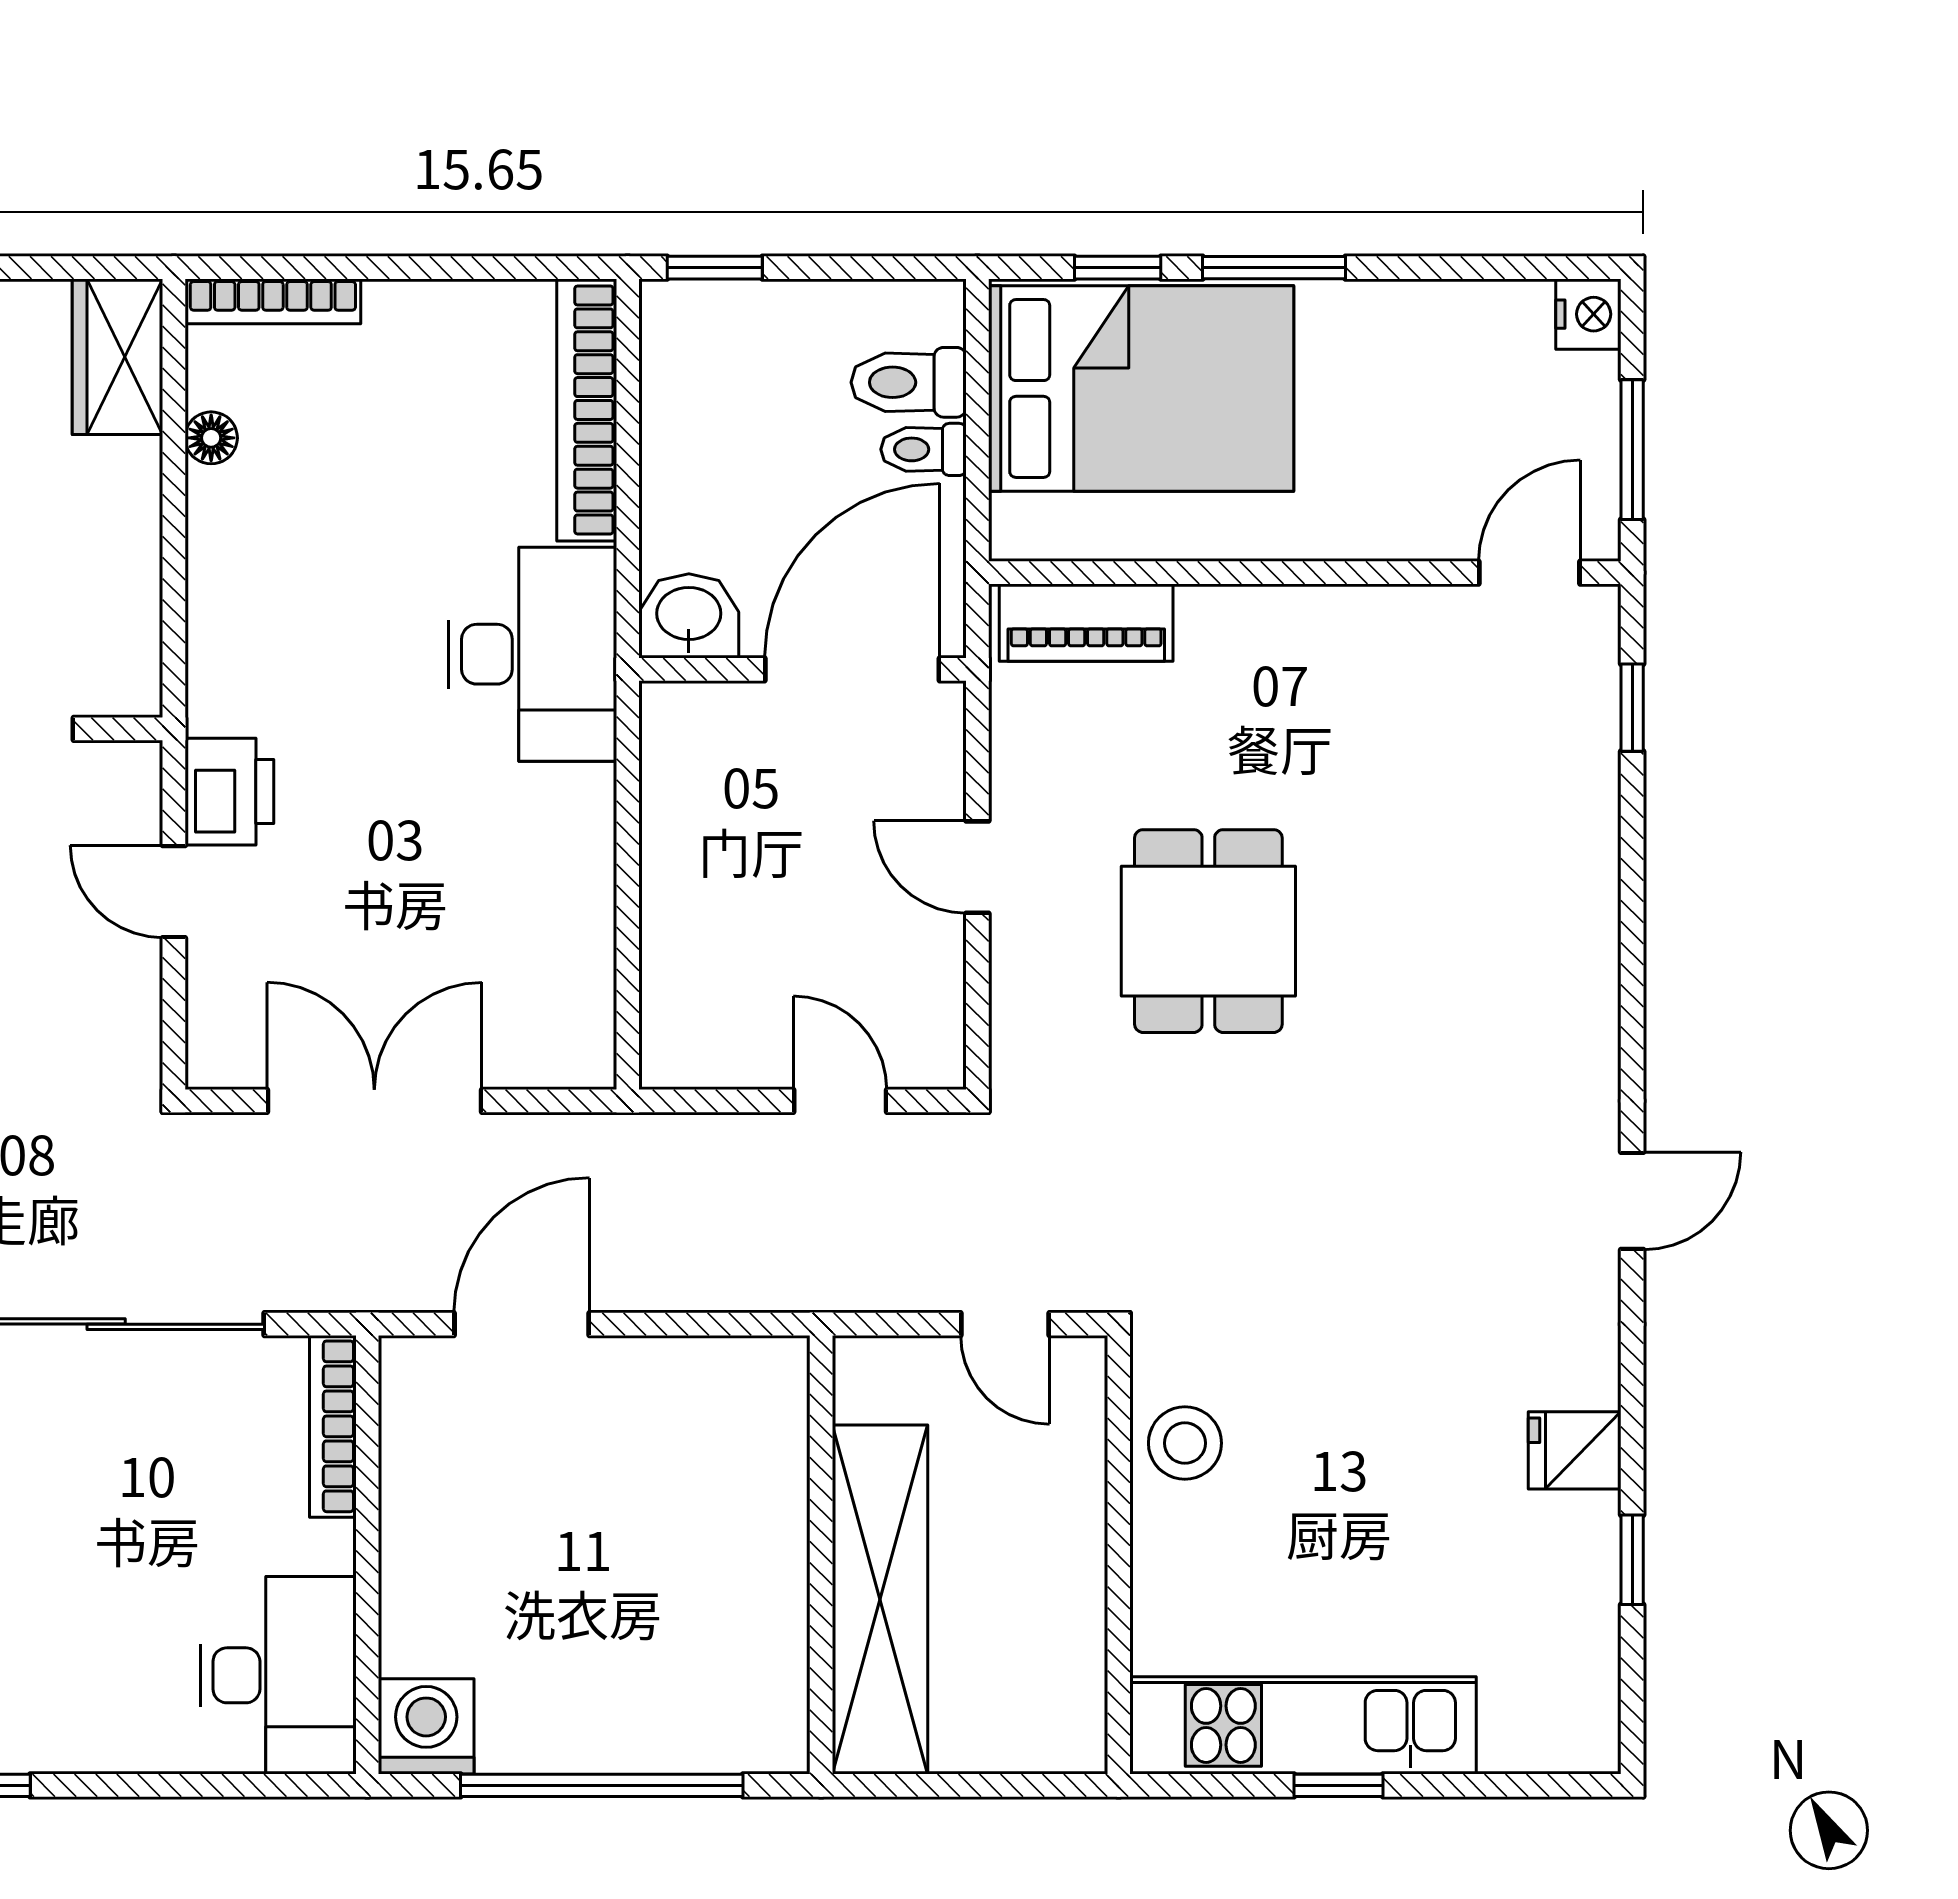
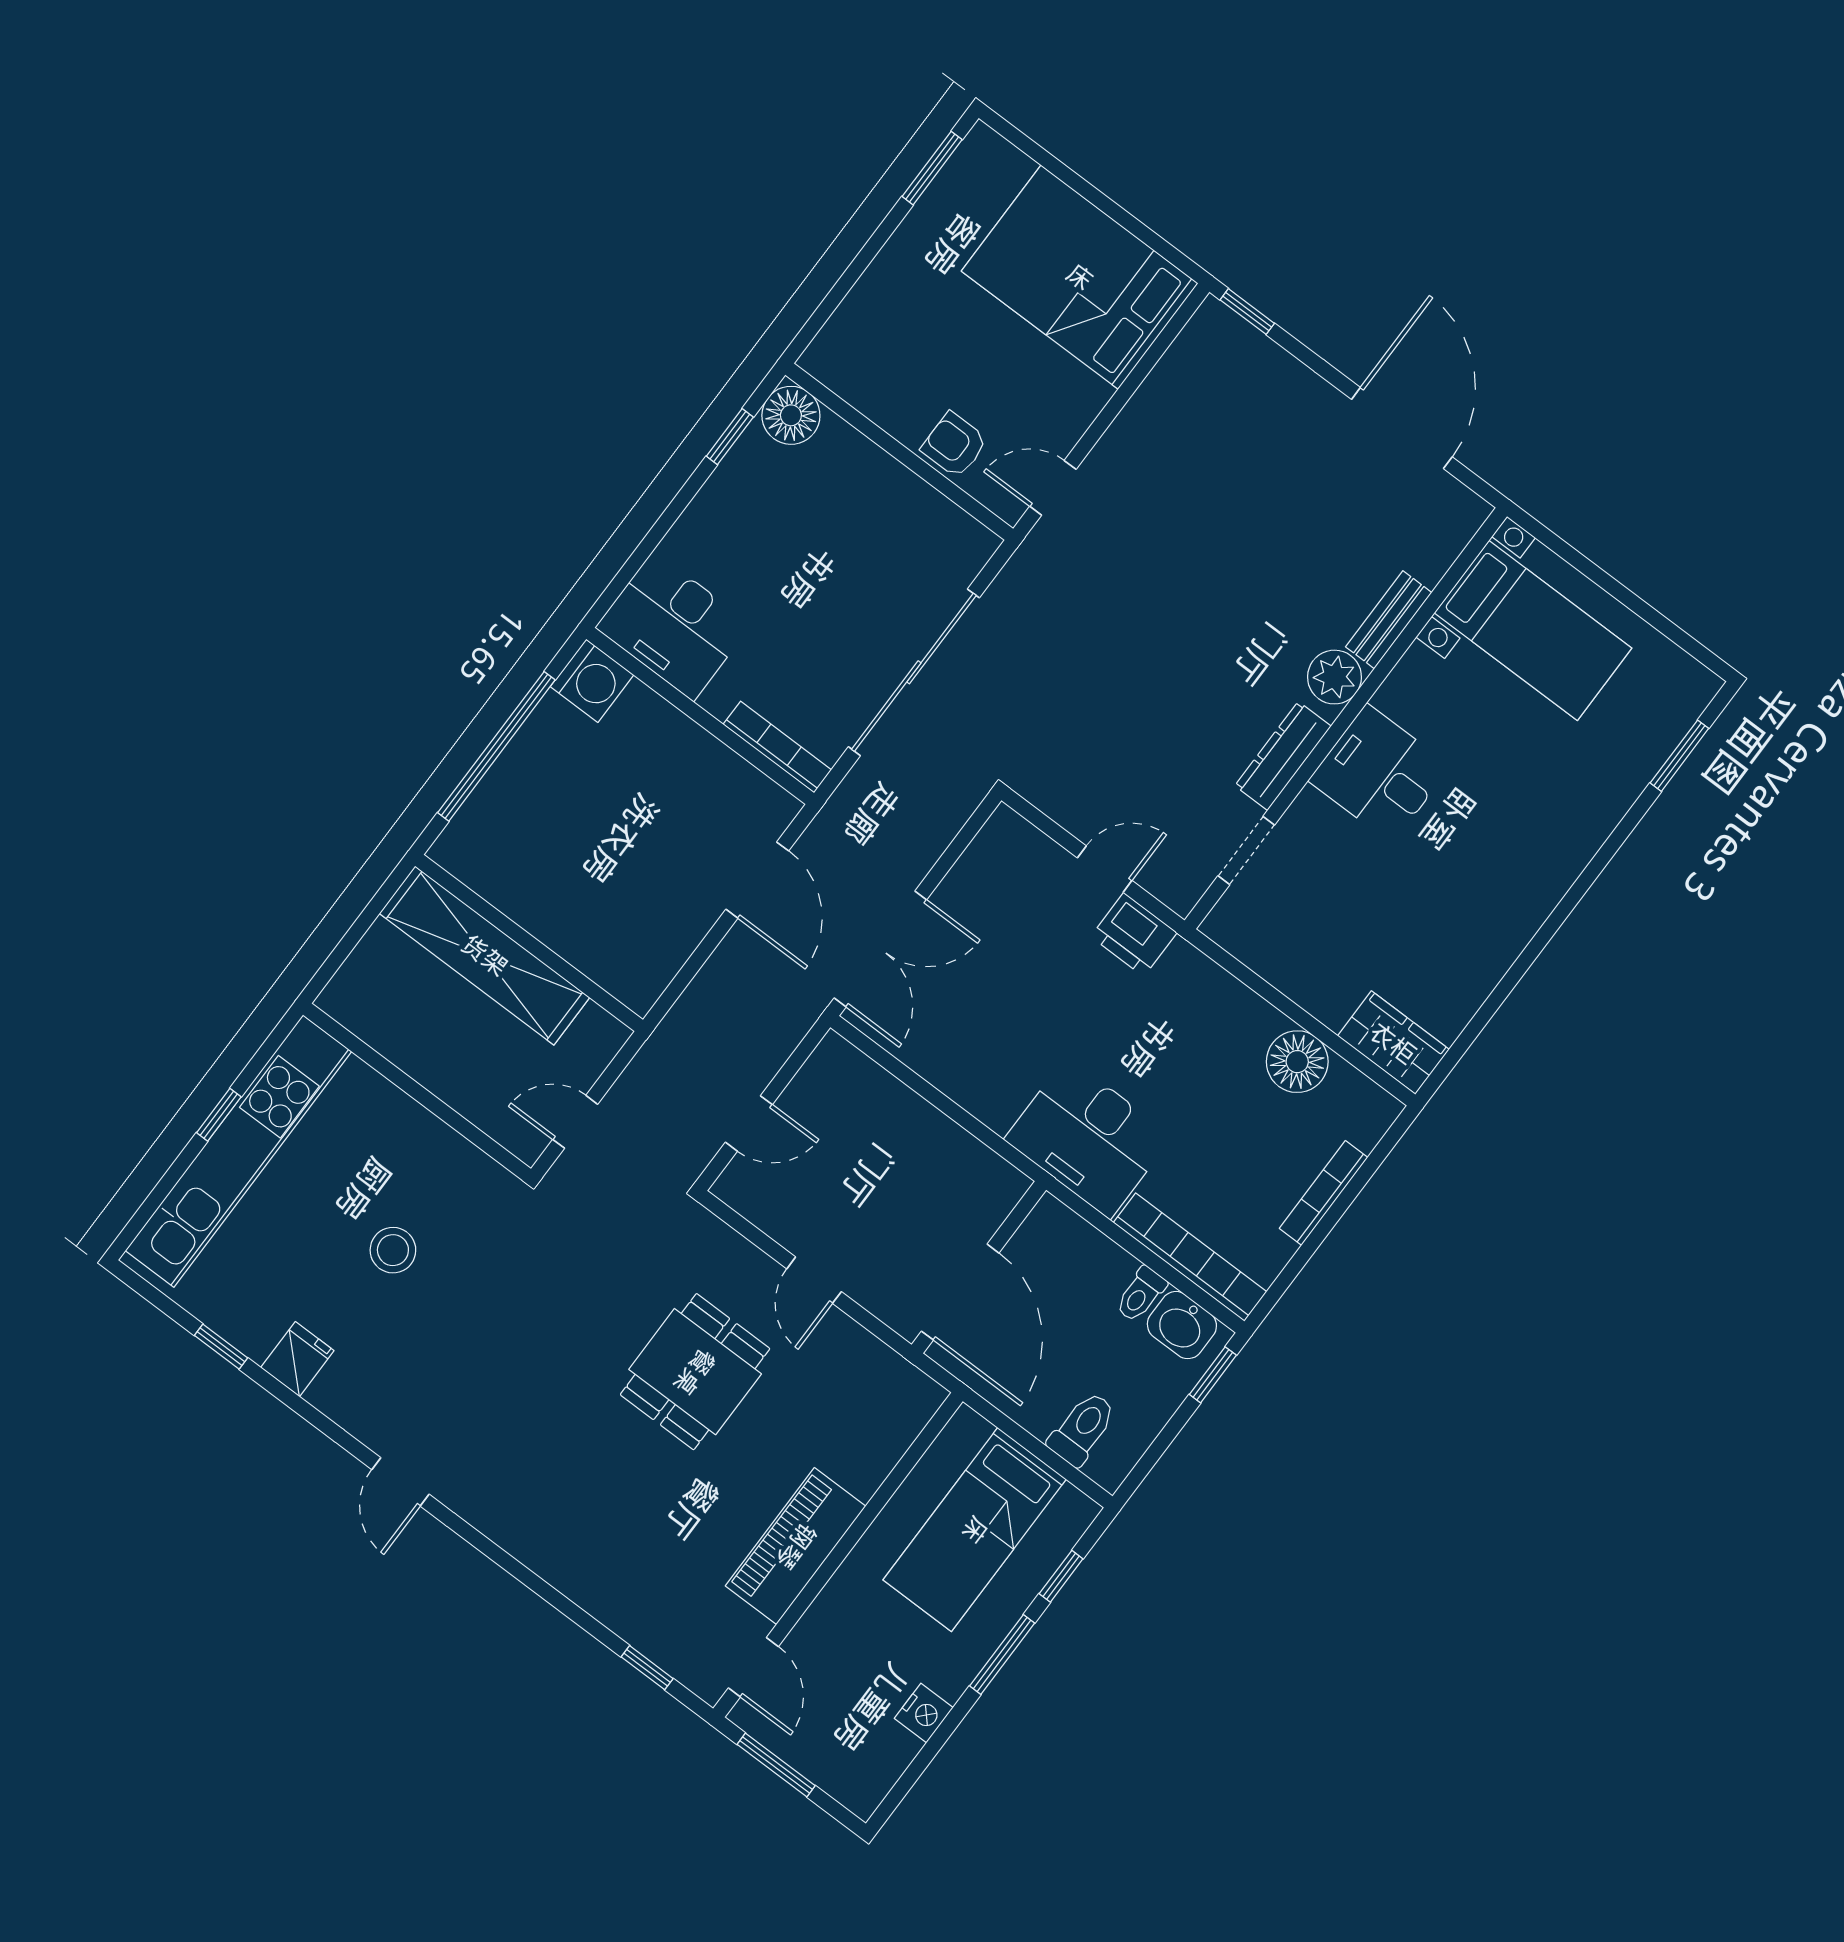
bookcase: (273, 301) -> (1324, 1193), moved
nightstand: (1588, 314) -> (924, 1713), moved, turned -90
bed: (1141, 388) -> (975, 1530), width x0.67
floor lamp: (211, 438) -> (1297, 1062), width x1.89, depth x1.89
toilet: (924, 449) -> (1141, 1294), moved, turned 180
washbasin: (689, 616) -> (1182, 1325), moved, turned 90
piano: (1086, 623) -> (796, 1546), moved, width x1.37, depth x1.33
door: (977, 867) -> (814, 1280), swing flipped
dining table: (1208, 931) -> (695, 1372), turned 90
double door: (374, 1101) -> (880, 949), moved
stool: (1185, 1443) -> (393, 1250), moved
kitchen unit: (1303, 1725) -> (238, 1151), width x1.36

